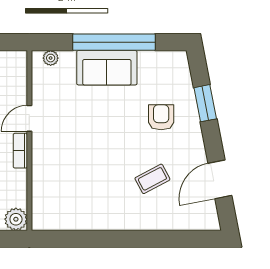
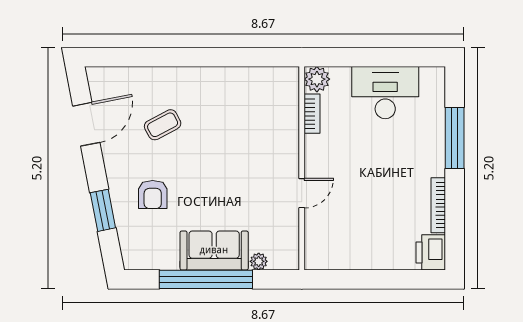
plant: (51, 58) -> (259, 261), moved
bookcase: (20, 151) -> (312, 114), moved

